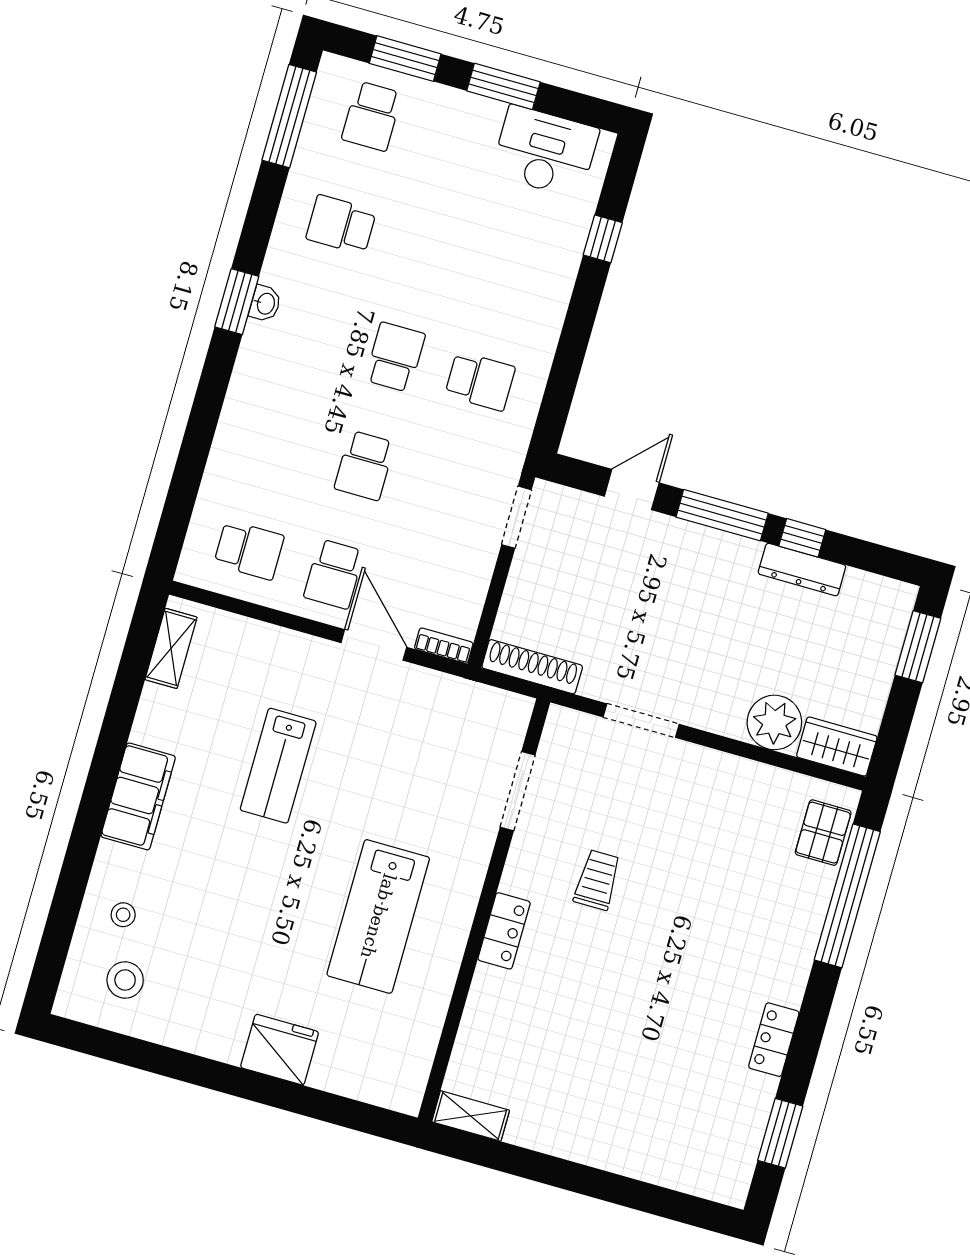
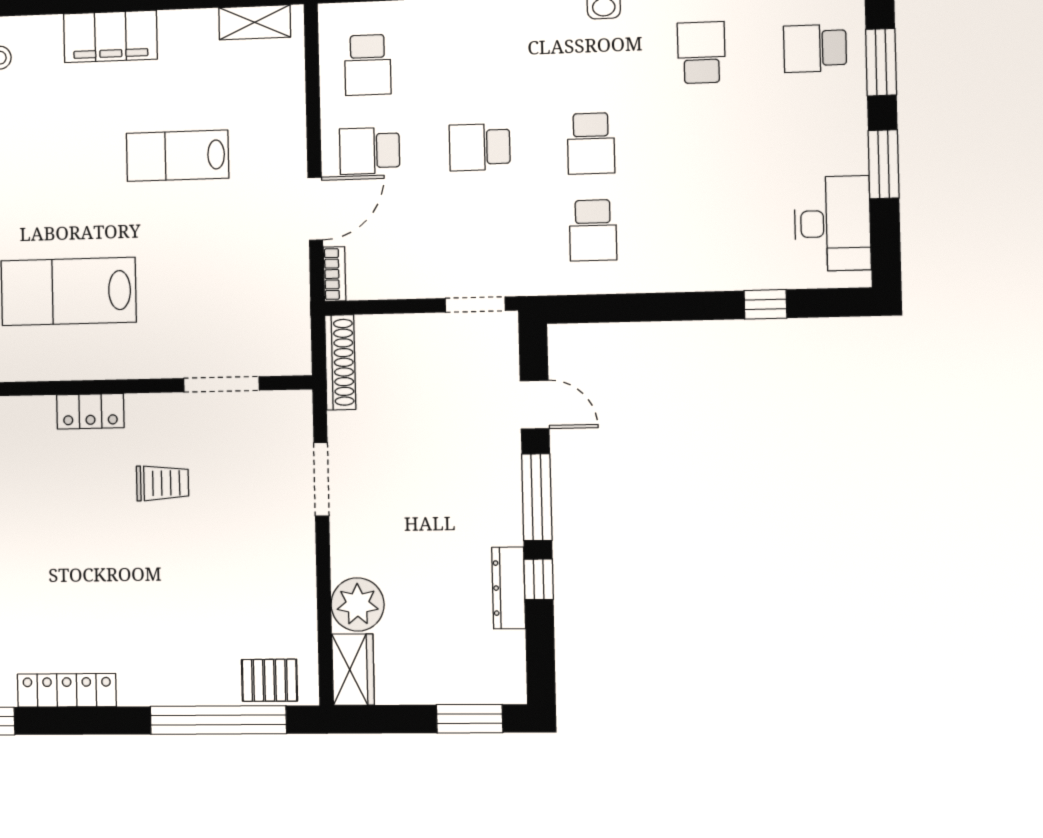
school desk: (395, 357) -> (591, 143), turned 90
locker: (774, 1040) -> (67, 690), width x1.53

